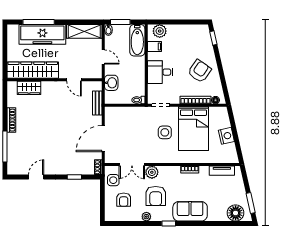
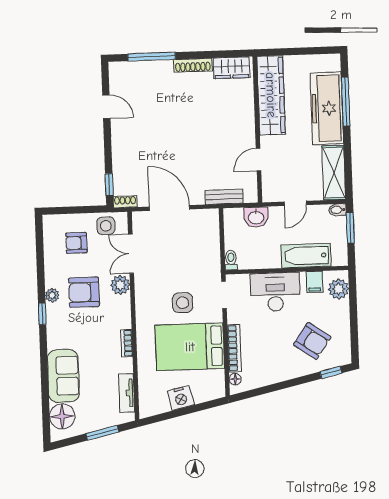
bathtub: (137, 40) -> (306, 256), moved
armchair: (200, 71) -> (312, 341), moved
desk: (160, 72) -> (275, 292), width x1.37
wardrobe: (29, 88) -> (231, 68), moved, turned -90
window: (74, 177) -> (109, 185), moved
window: (251, 203) -> (102, 433), moved
sofa: (190, 211) -> (63, 376), moved
plant: (146, 217) -> (52, 295), moved

